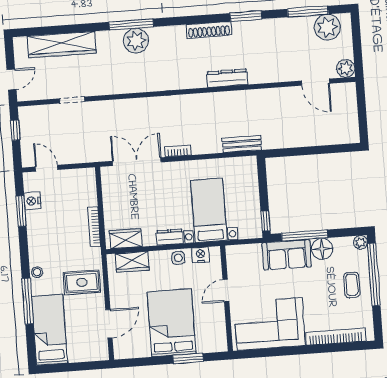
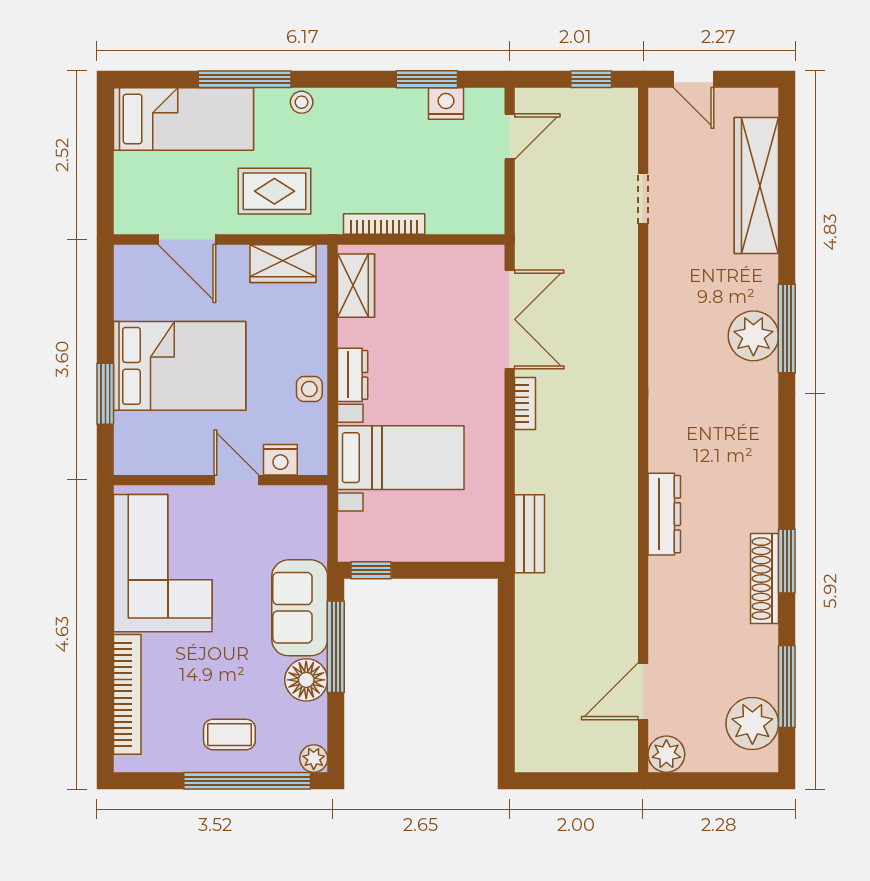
shoe rack: (209, 30) -> (765, 579), moved
nightstand: (201, 255) -> (280, 460), moved, turned 90
wardrobe: (132, 262) -> (283, 264), moved, turned -90
rug: (82, 282) -> (274, 191), turned 90

